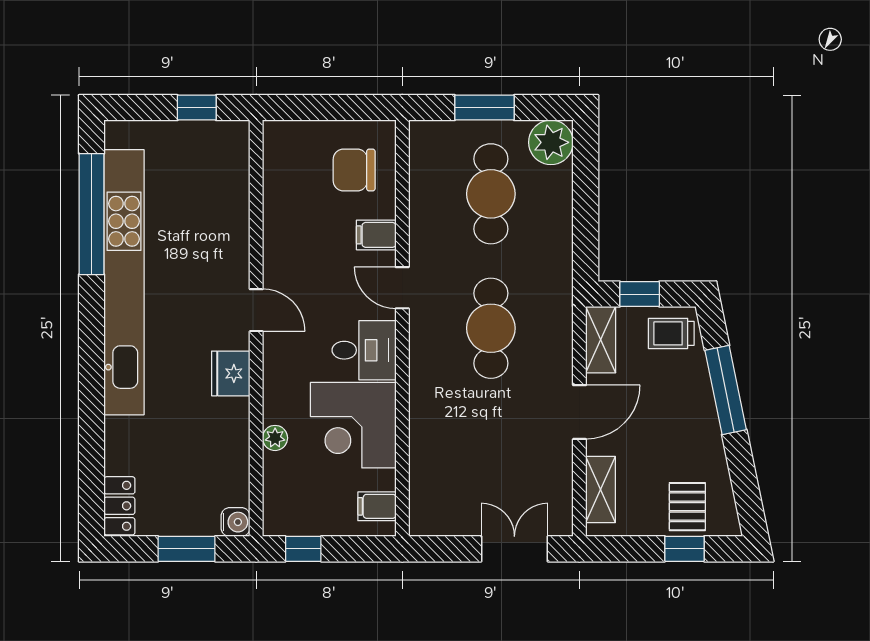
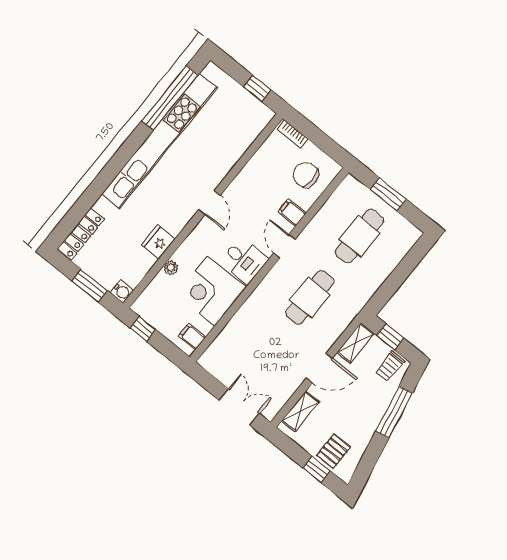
bookcase: (293, 130) -> (293, 134), added
plant: (551, 142) -> (406, 235), removed
trolley: (671, 333) -> (390, 366), turned -90
fridge: (231, 373) -> (158, 242), moved
locker: (119, 506) -> (81, 234), width x1.53

